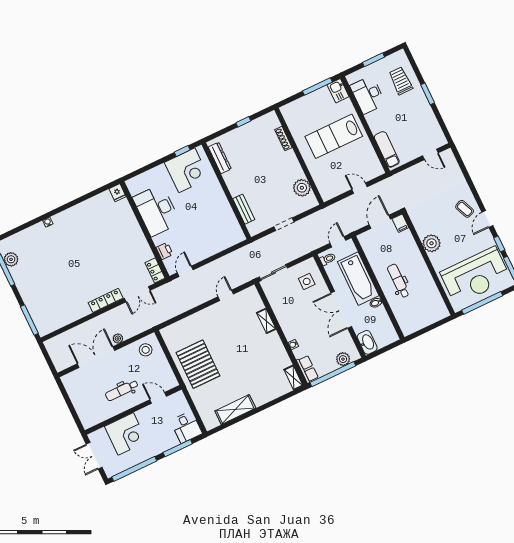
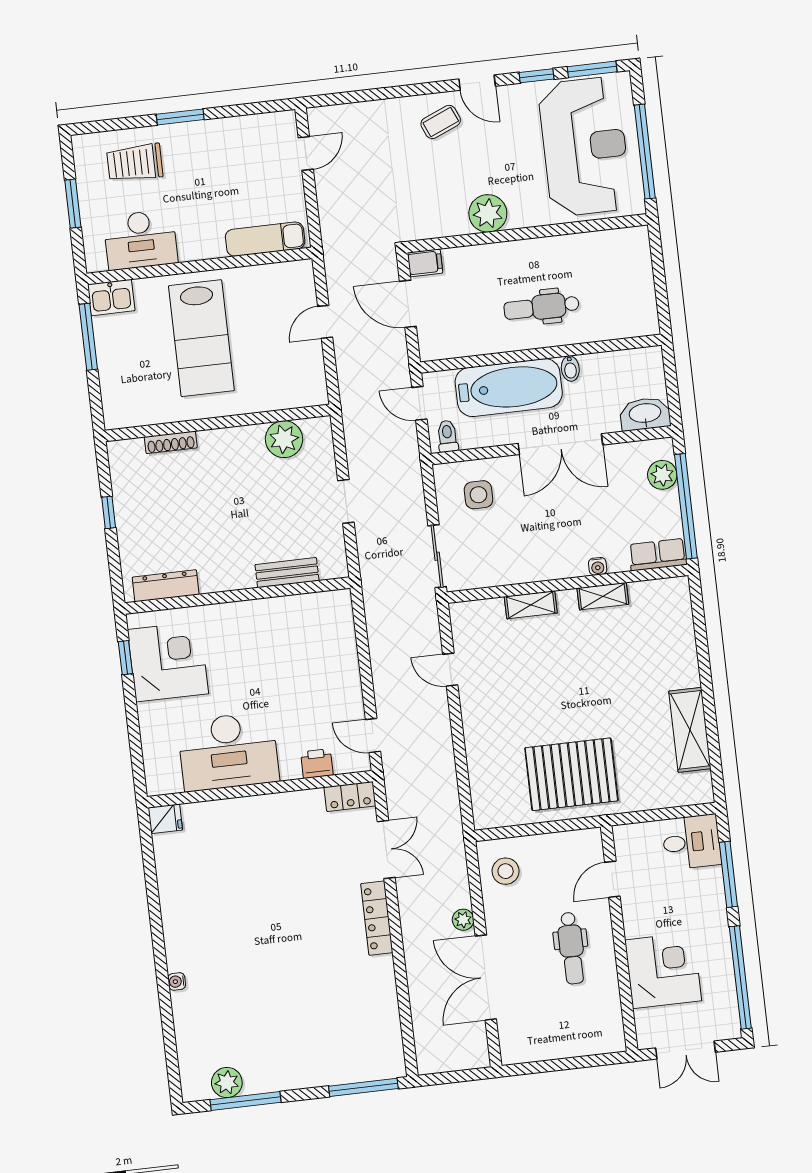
shelving: (293, 378) -> (603, 596), moved

